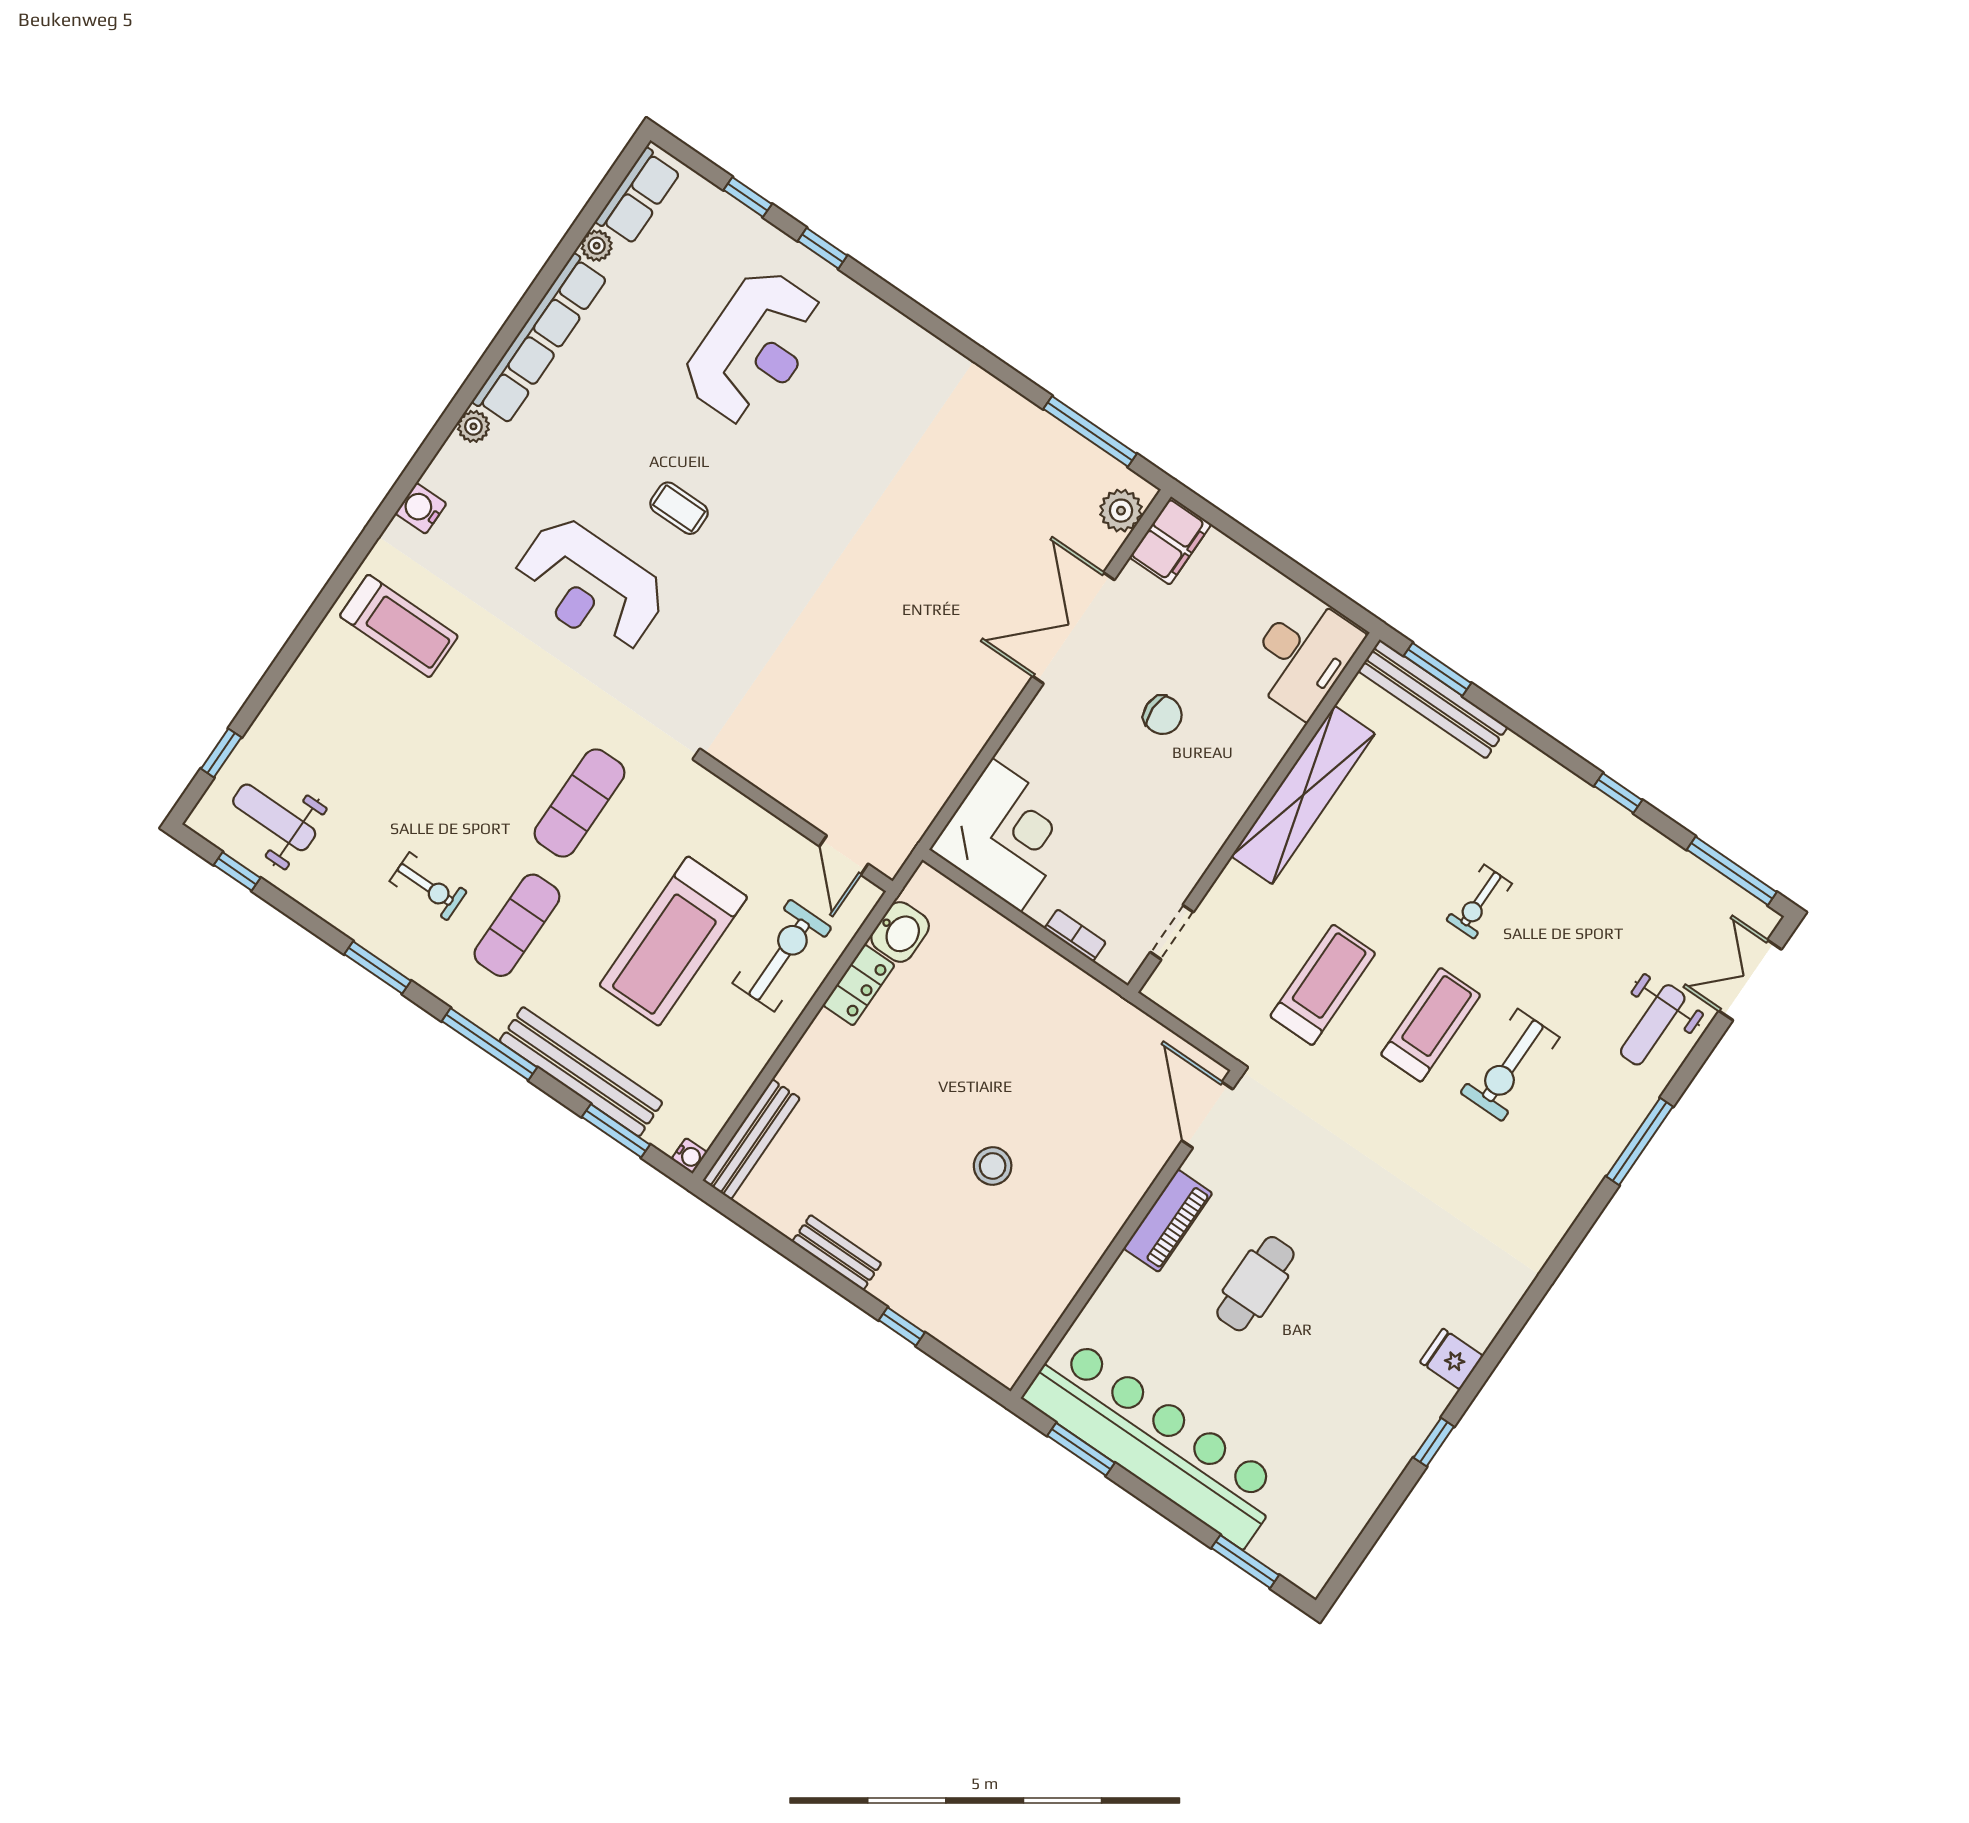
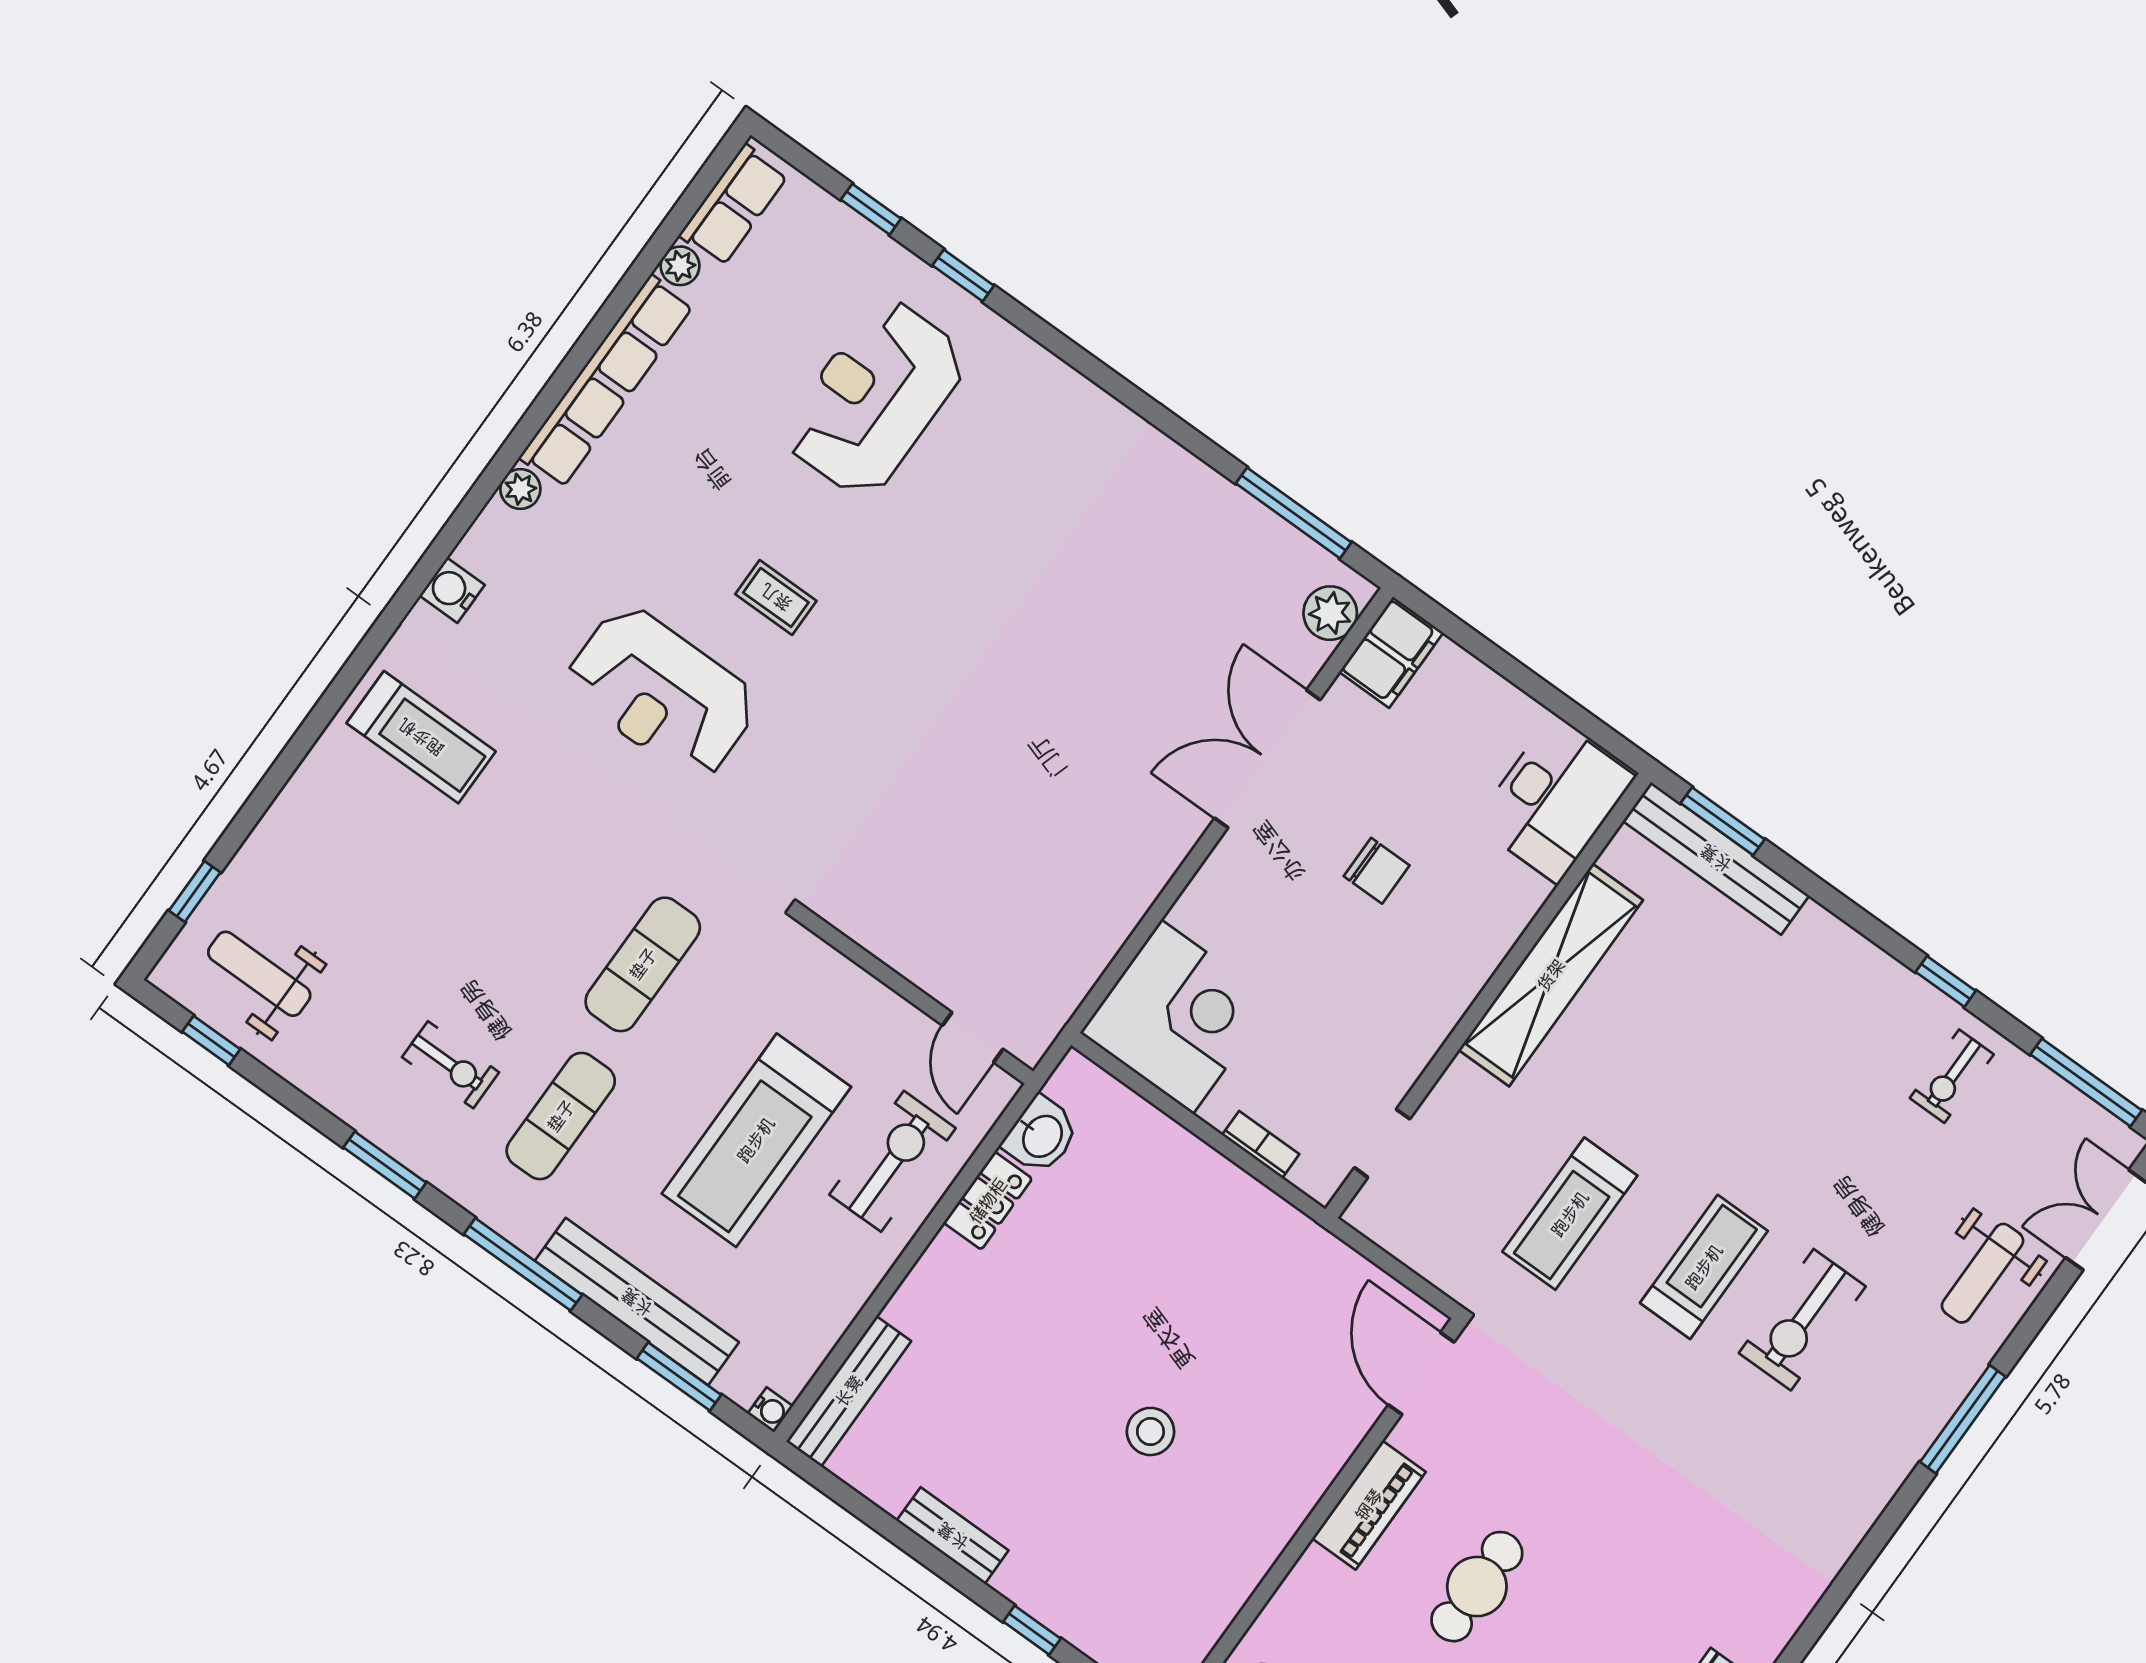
reception desk: (754, 347) -> (875, 398), turned 180
exercise bike: (1479, 902) -> (1952, 1076), moved
treadmill: (1323, 985) -> (1570, 1214), turned 180

